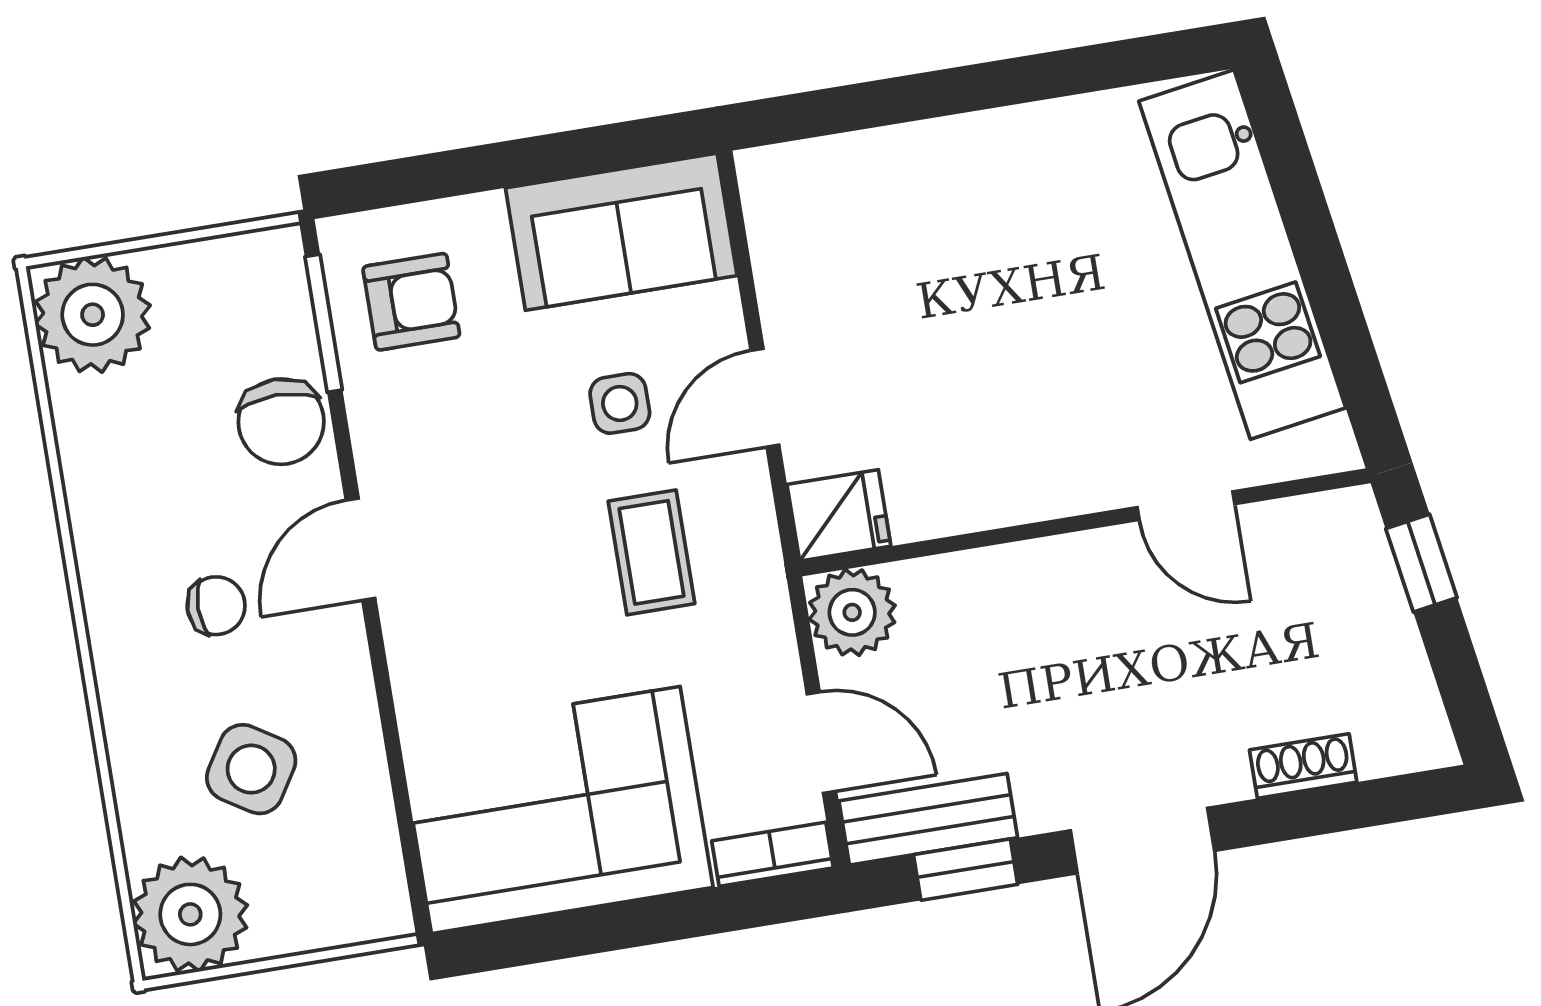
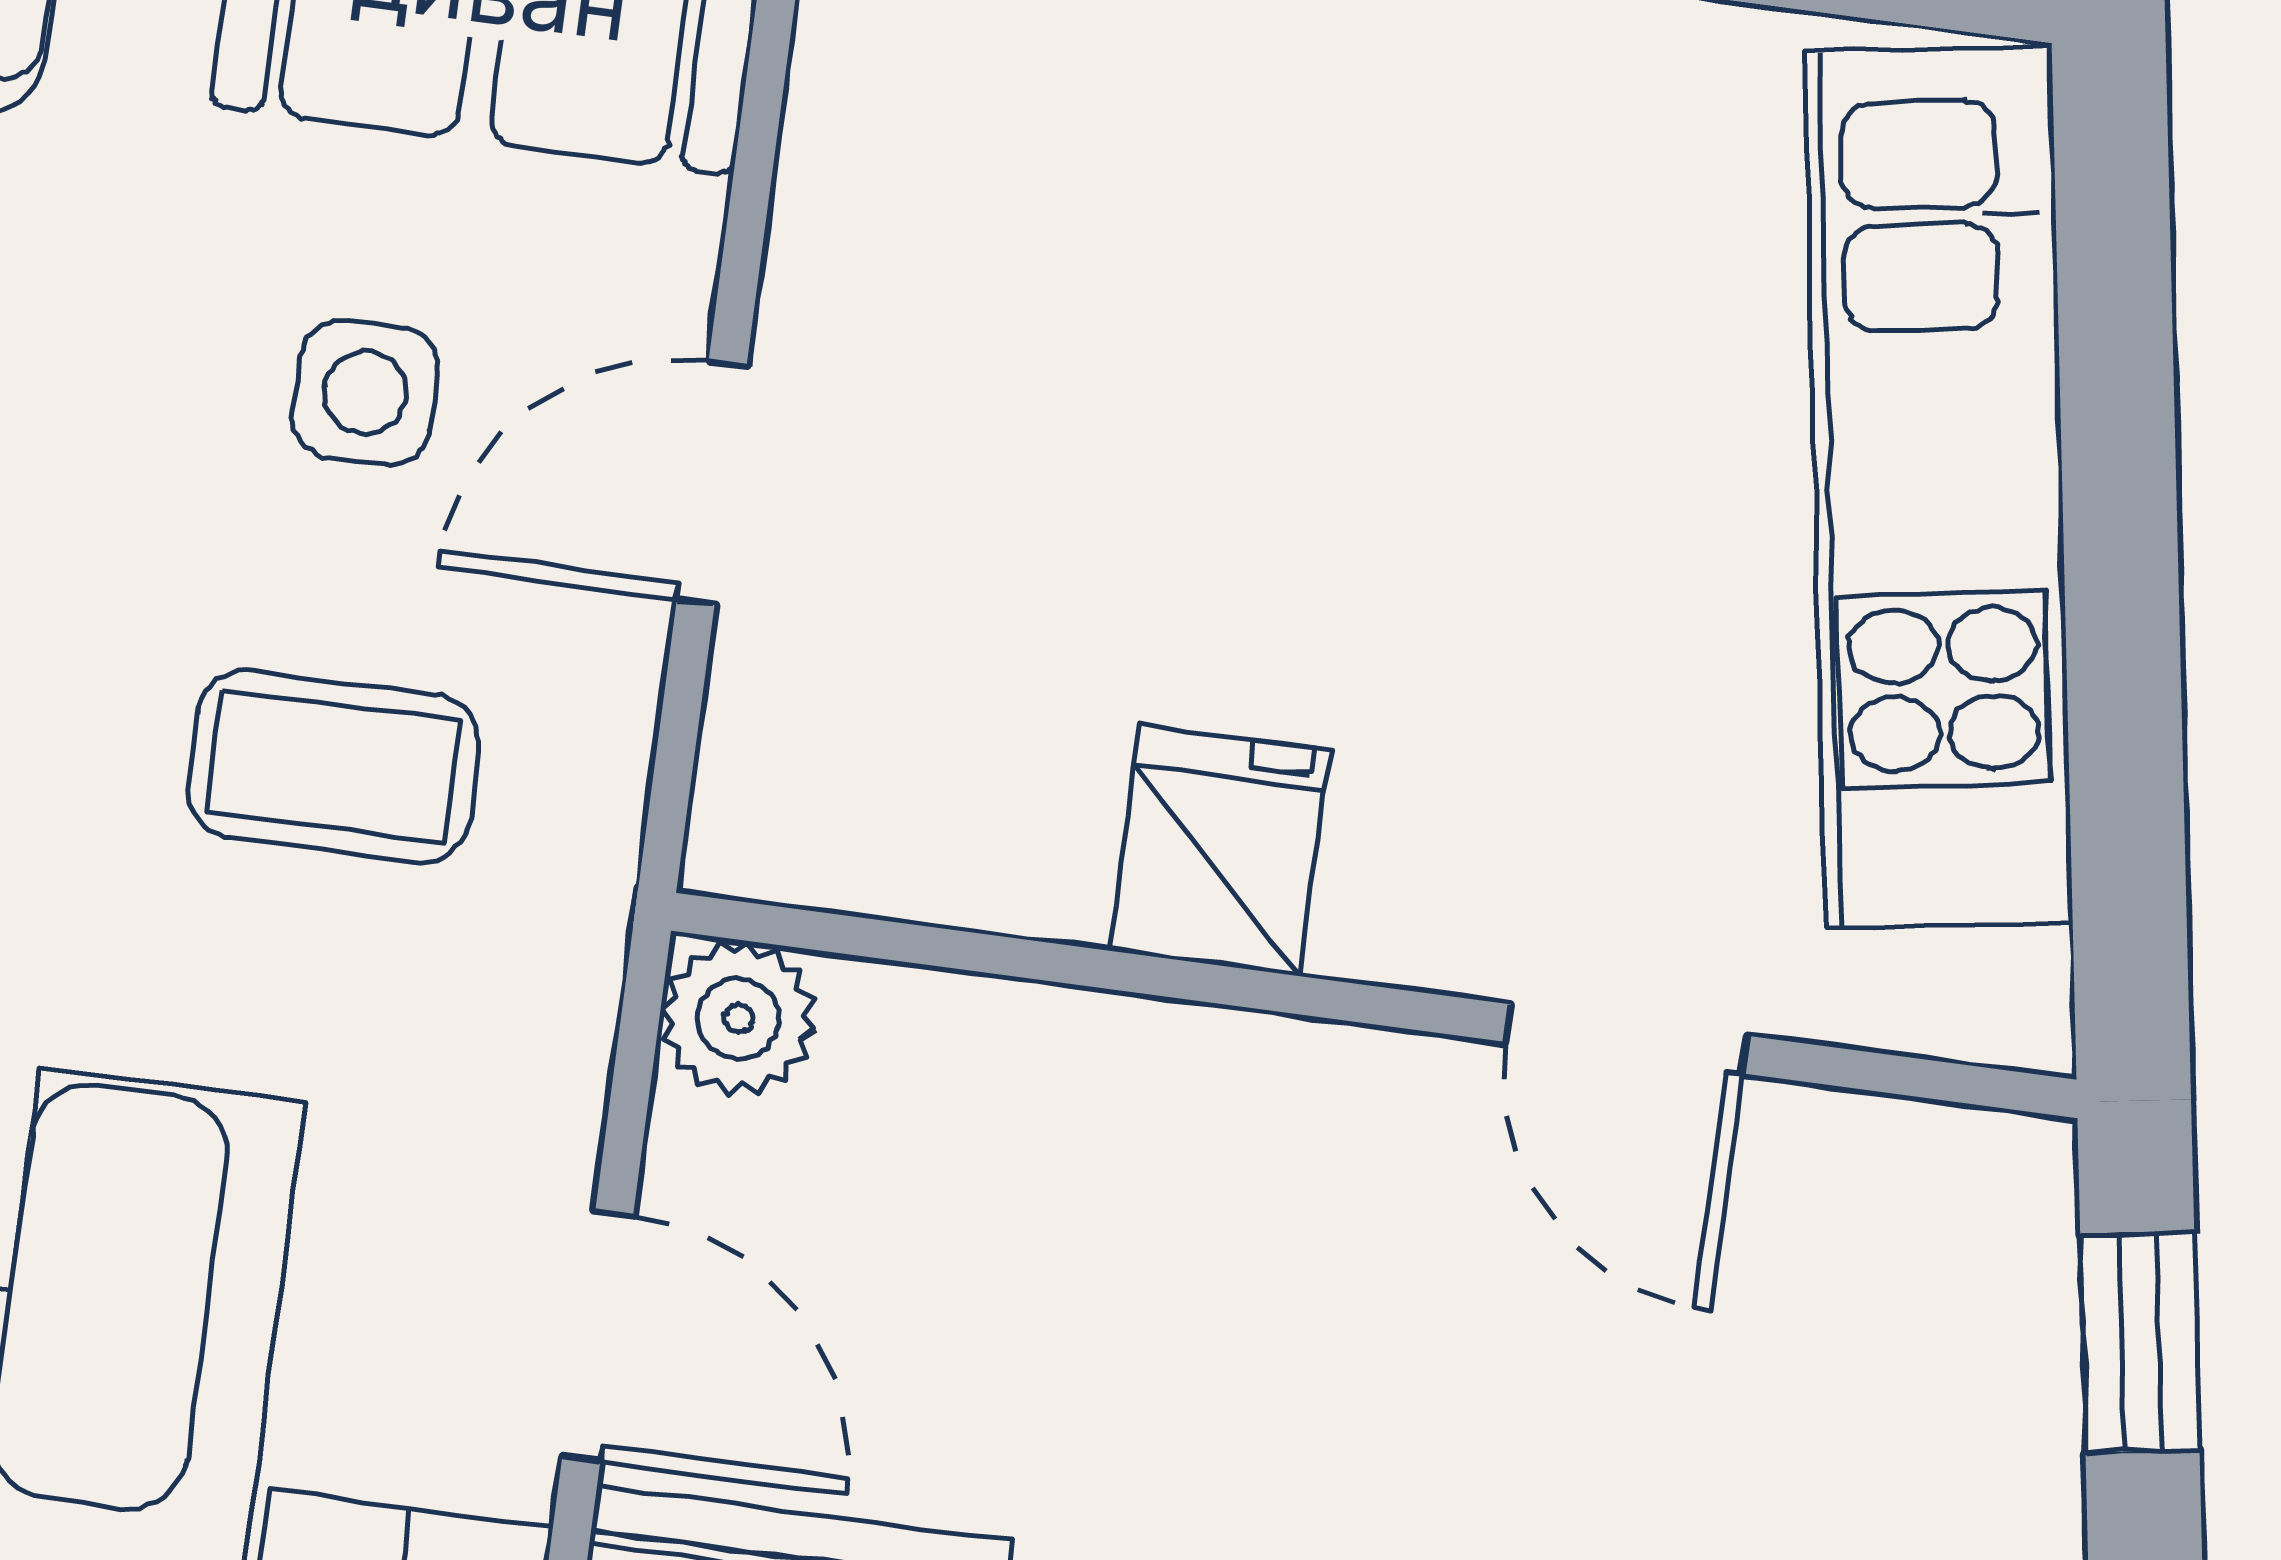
fridge: (839, 515) -> (1220, 850), moved, turned -90
coffee table: (652, 552) -> (334, 766), turned 90
plant: (852, 612) -> (738, 1018), width x0.73, depth x0.73

